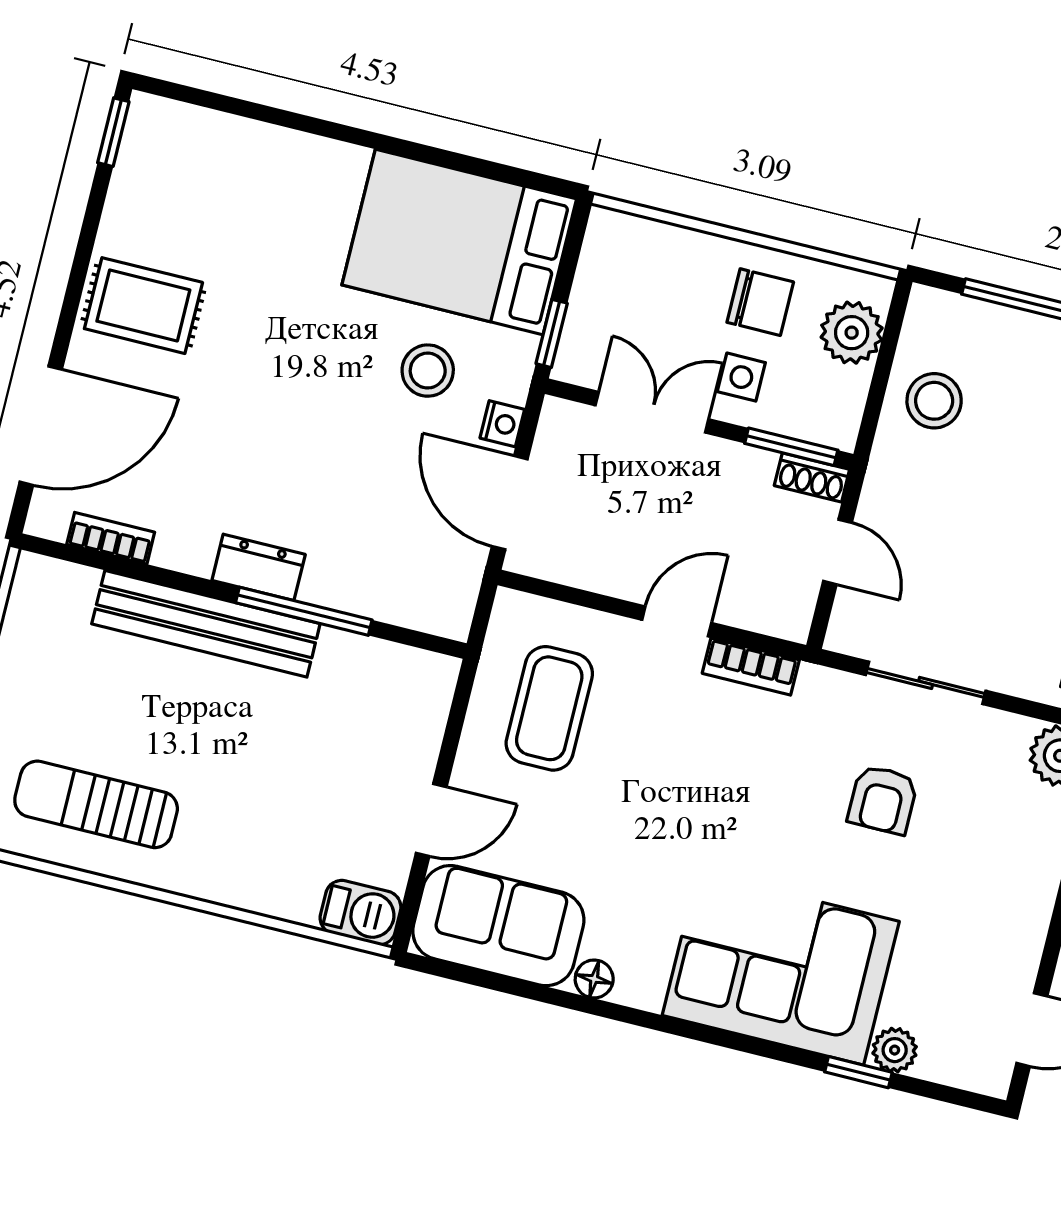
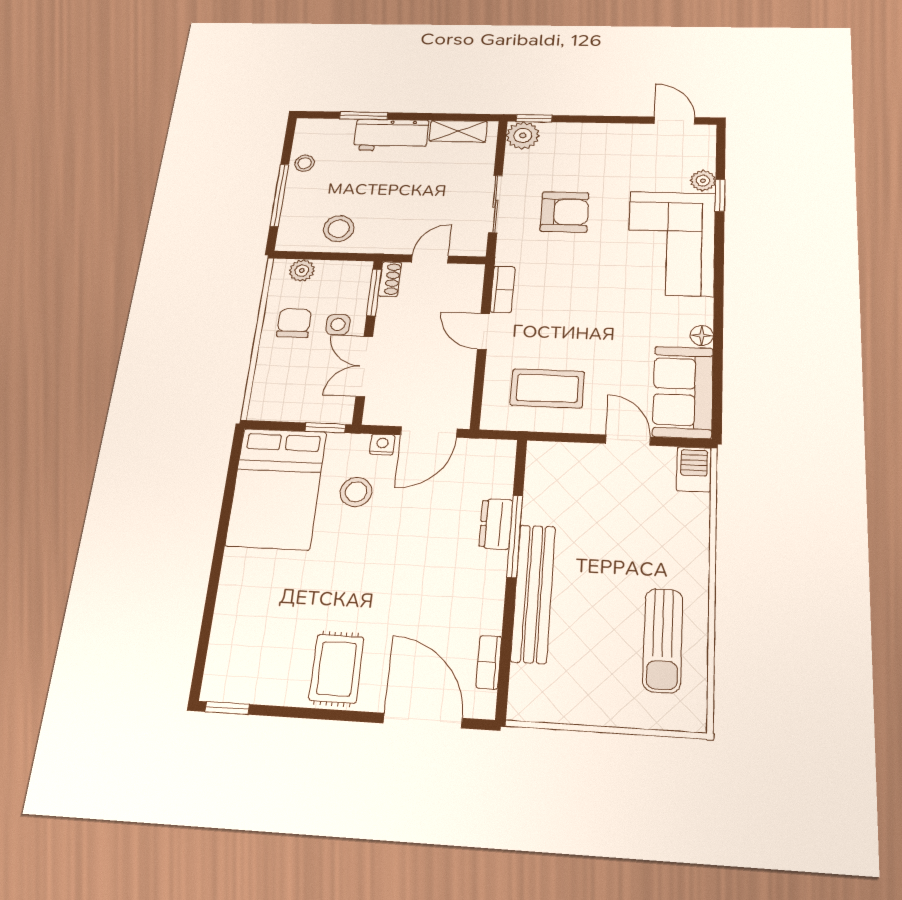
plant: (852, 333) -> (302, 271), width x0.73, depth x0.73
dresser: (259, 567) -> (496, 524), moved
armchair: (883, 800) -> (564, 212), width x1.38, depth x1.38

